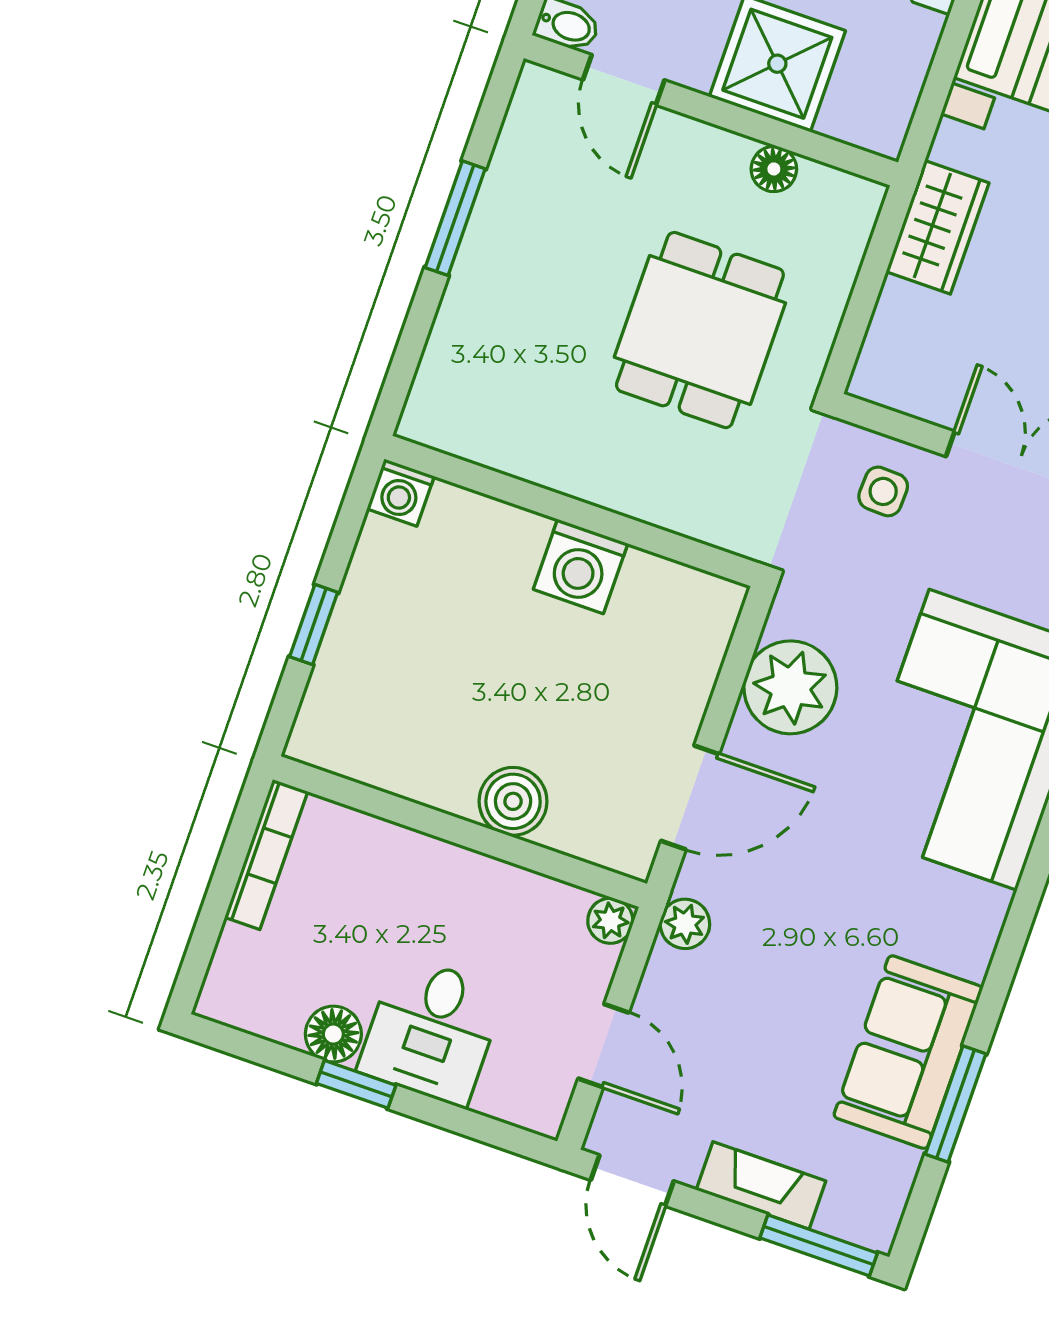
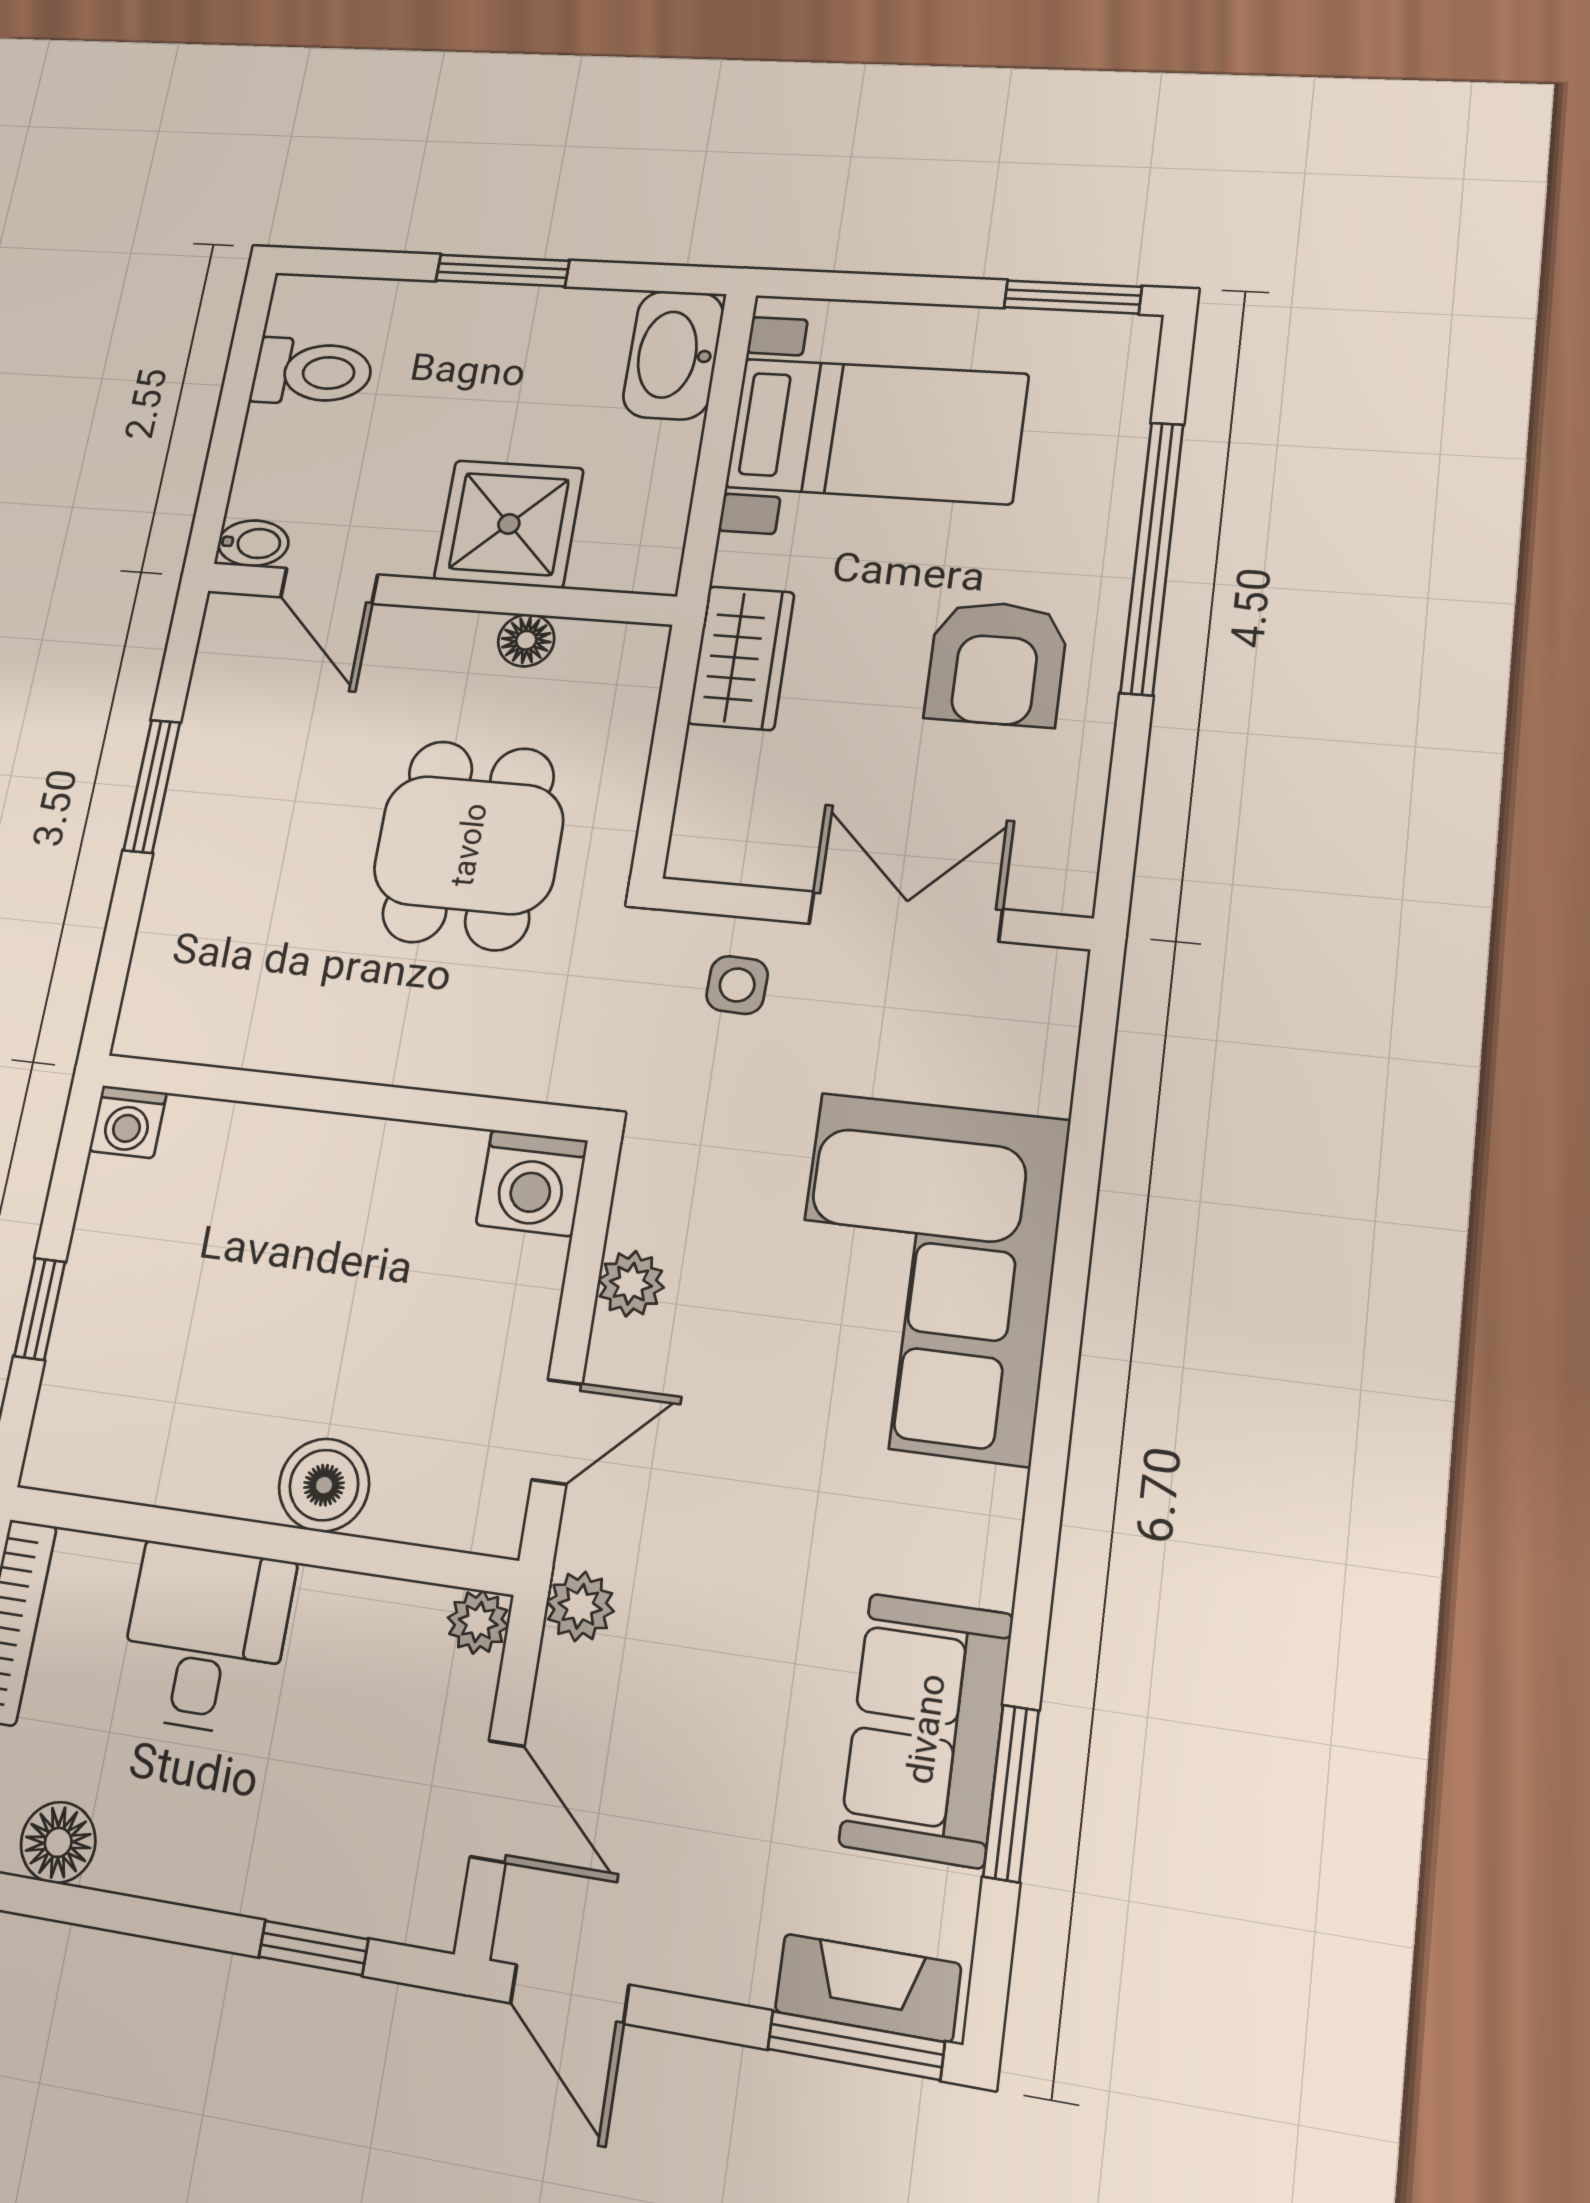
washing machine: (581, 566) -> (532, 1183), moved
plant: (790, 687) -> (631, 1284), width x0.53, depth x0.53
door: (690, 797) -> (557, 1432), width x0.73
desk: (431, 1031) -> (205, 1638), moved, turned 180
floor lamp: (333, 1034) -> (58, 1842), moved
window: (356, 1084) -> (314, 1948), moved
fireplace: (761, 1185) -> (868, 1988), moved

